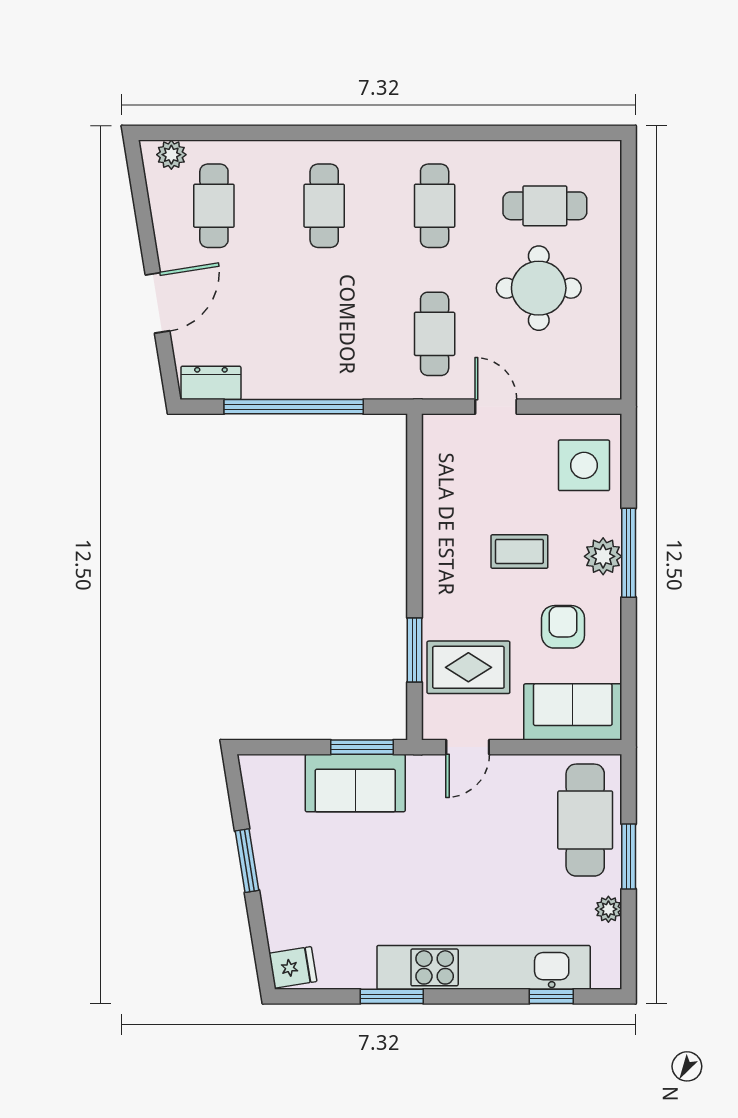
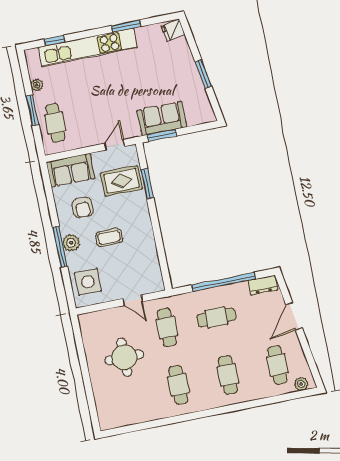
cafe table: (545, 206) -> (216, 317), moved
cafe table: (585, 820) -> (55, 123), width x0.73, depth x0.74

